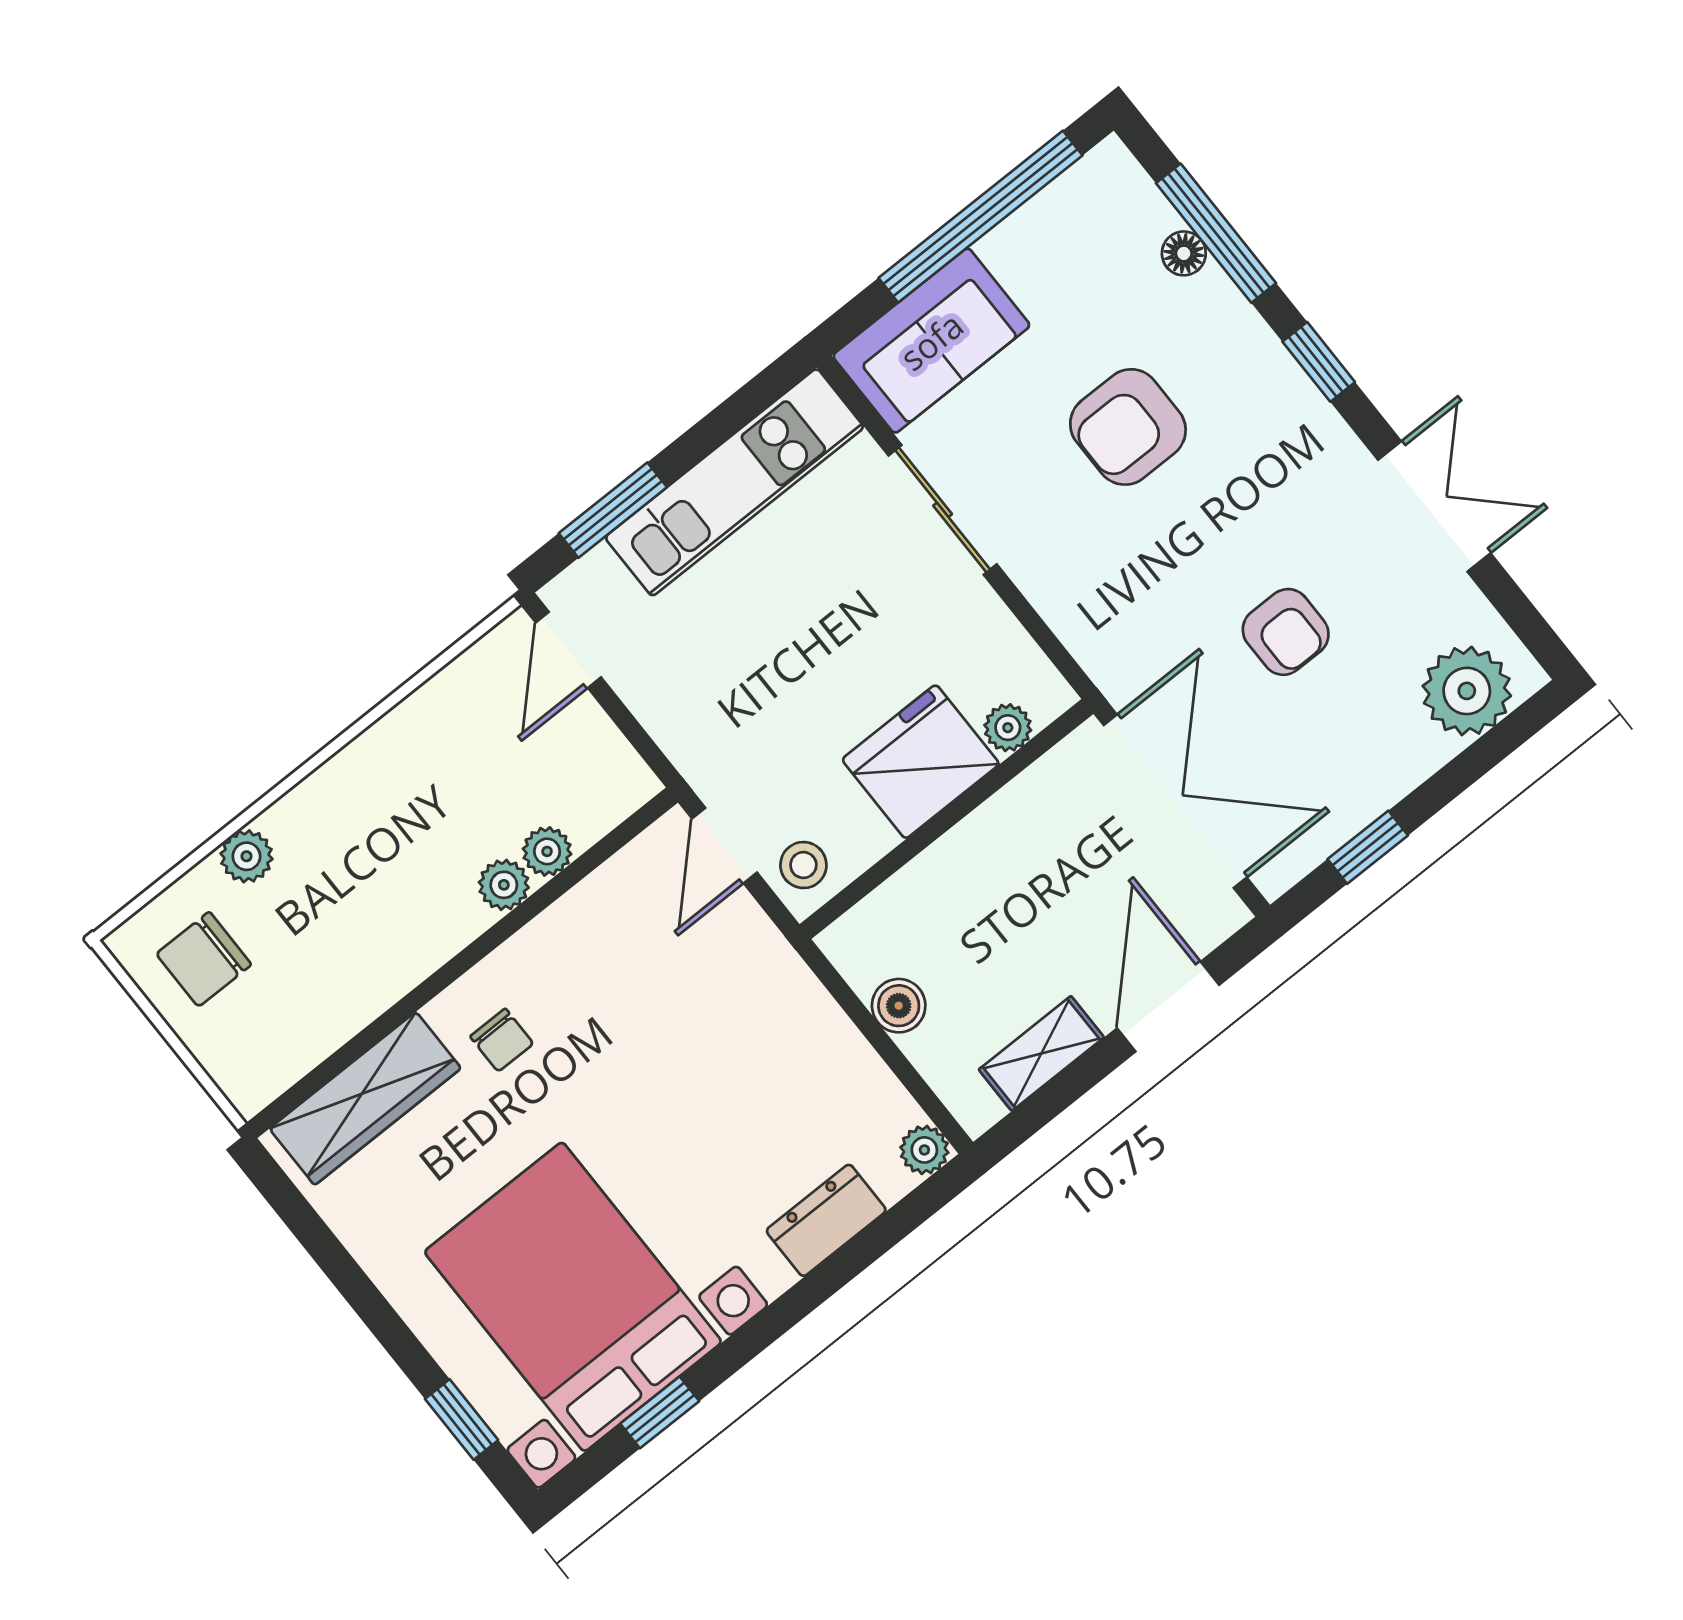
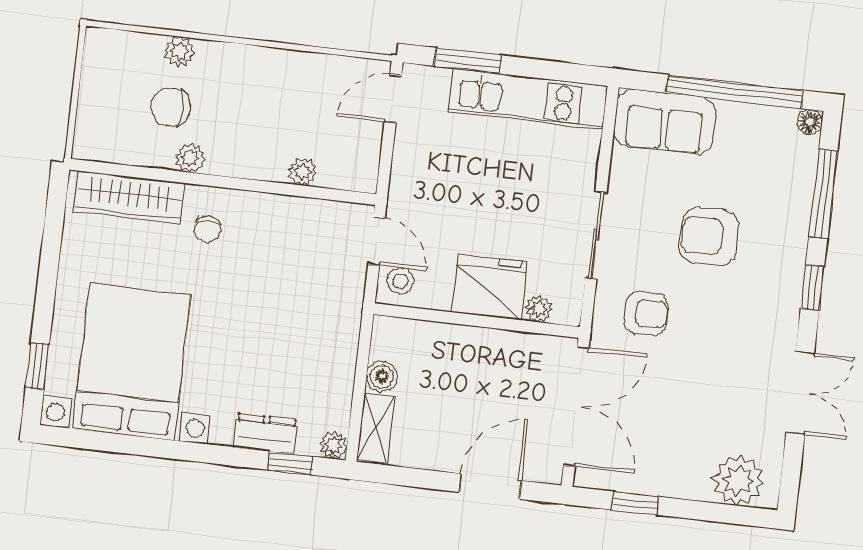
floor lamp: (1184, 253) -> (810, 122), moved
sliding door: (943, 510) -> (596, 235), moved
armchair: (1286, 632) -> (646, 314), moved, turned -90
door: (725, 846) -> (376, 241), swing flipped
plant: (504, 885) -> (190, 158), moved
chair: (204, 959) -> (171, 107), moved
shelving: (1041, 1053) -> (376, 428), moved, turned 90
window: (660, 1412) -> (290, 463), moved

